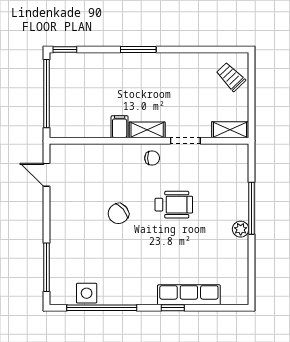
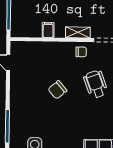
filing cabinet: (120, 127) -> (48, 30), moved
wheelchair: (174, 205) -> (96, 84), turned -110

